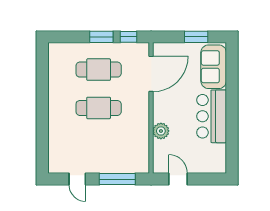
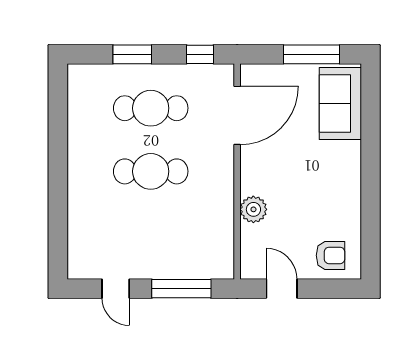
window: (101, 37) -> (132, 54), moved
window: (196, 37) -> (312, 54), width x1.44
bar counter: (212, 116) -> (337, 185), removed
armchair: (208, 159) -> (330, 255), added

